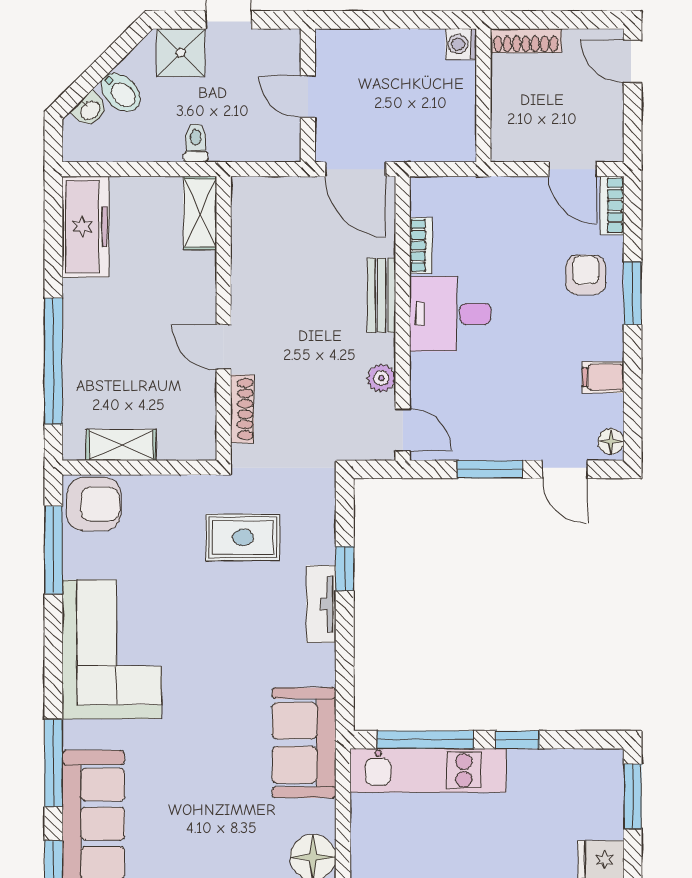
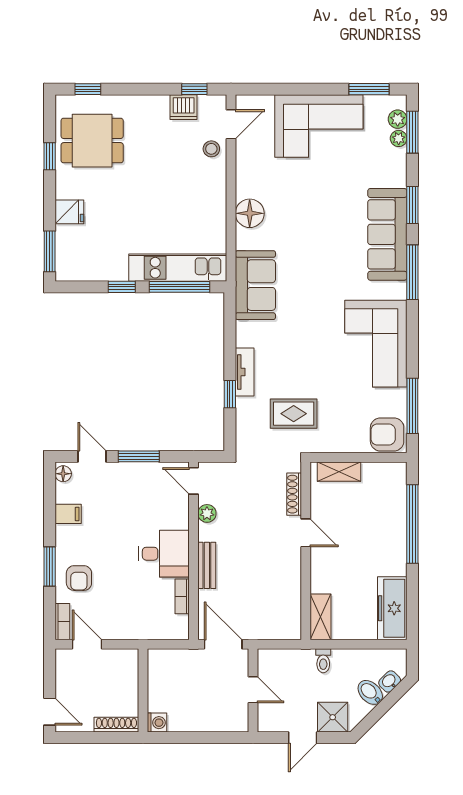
shelving: (121, 445) -> (339, 472), moved

